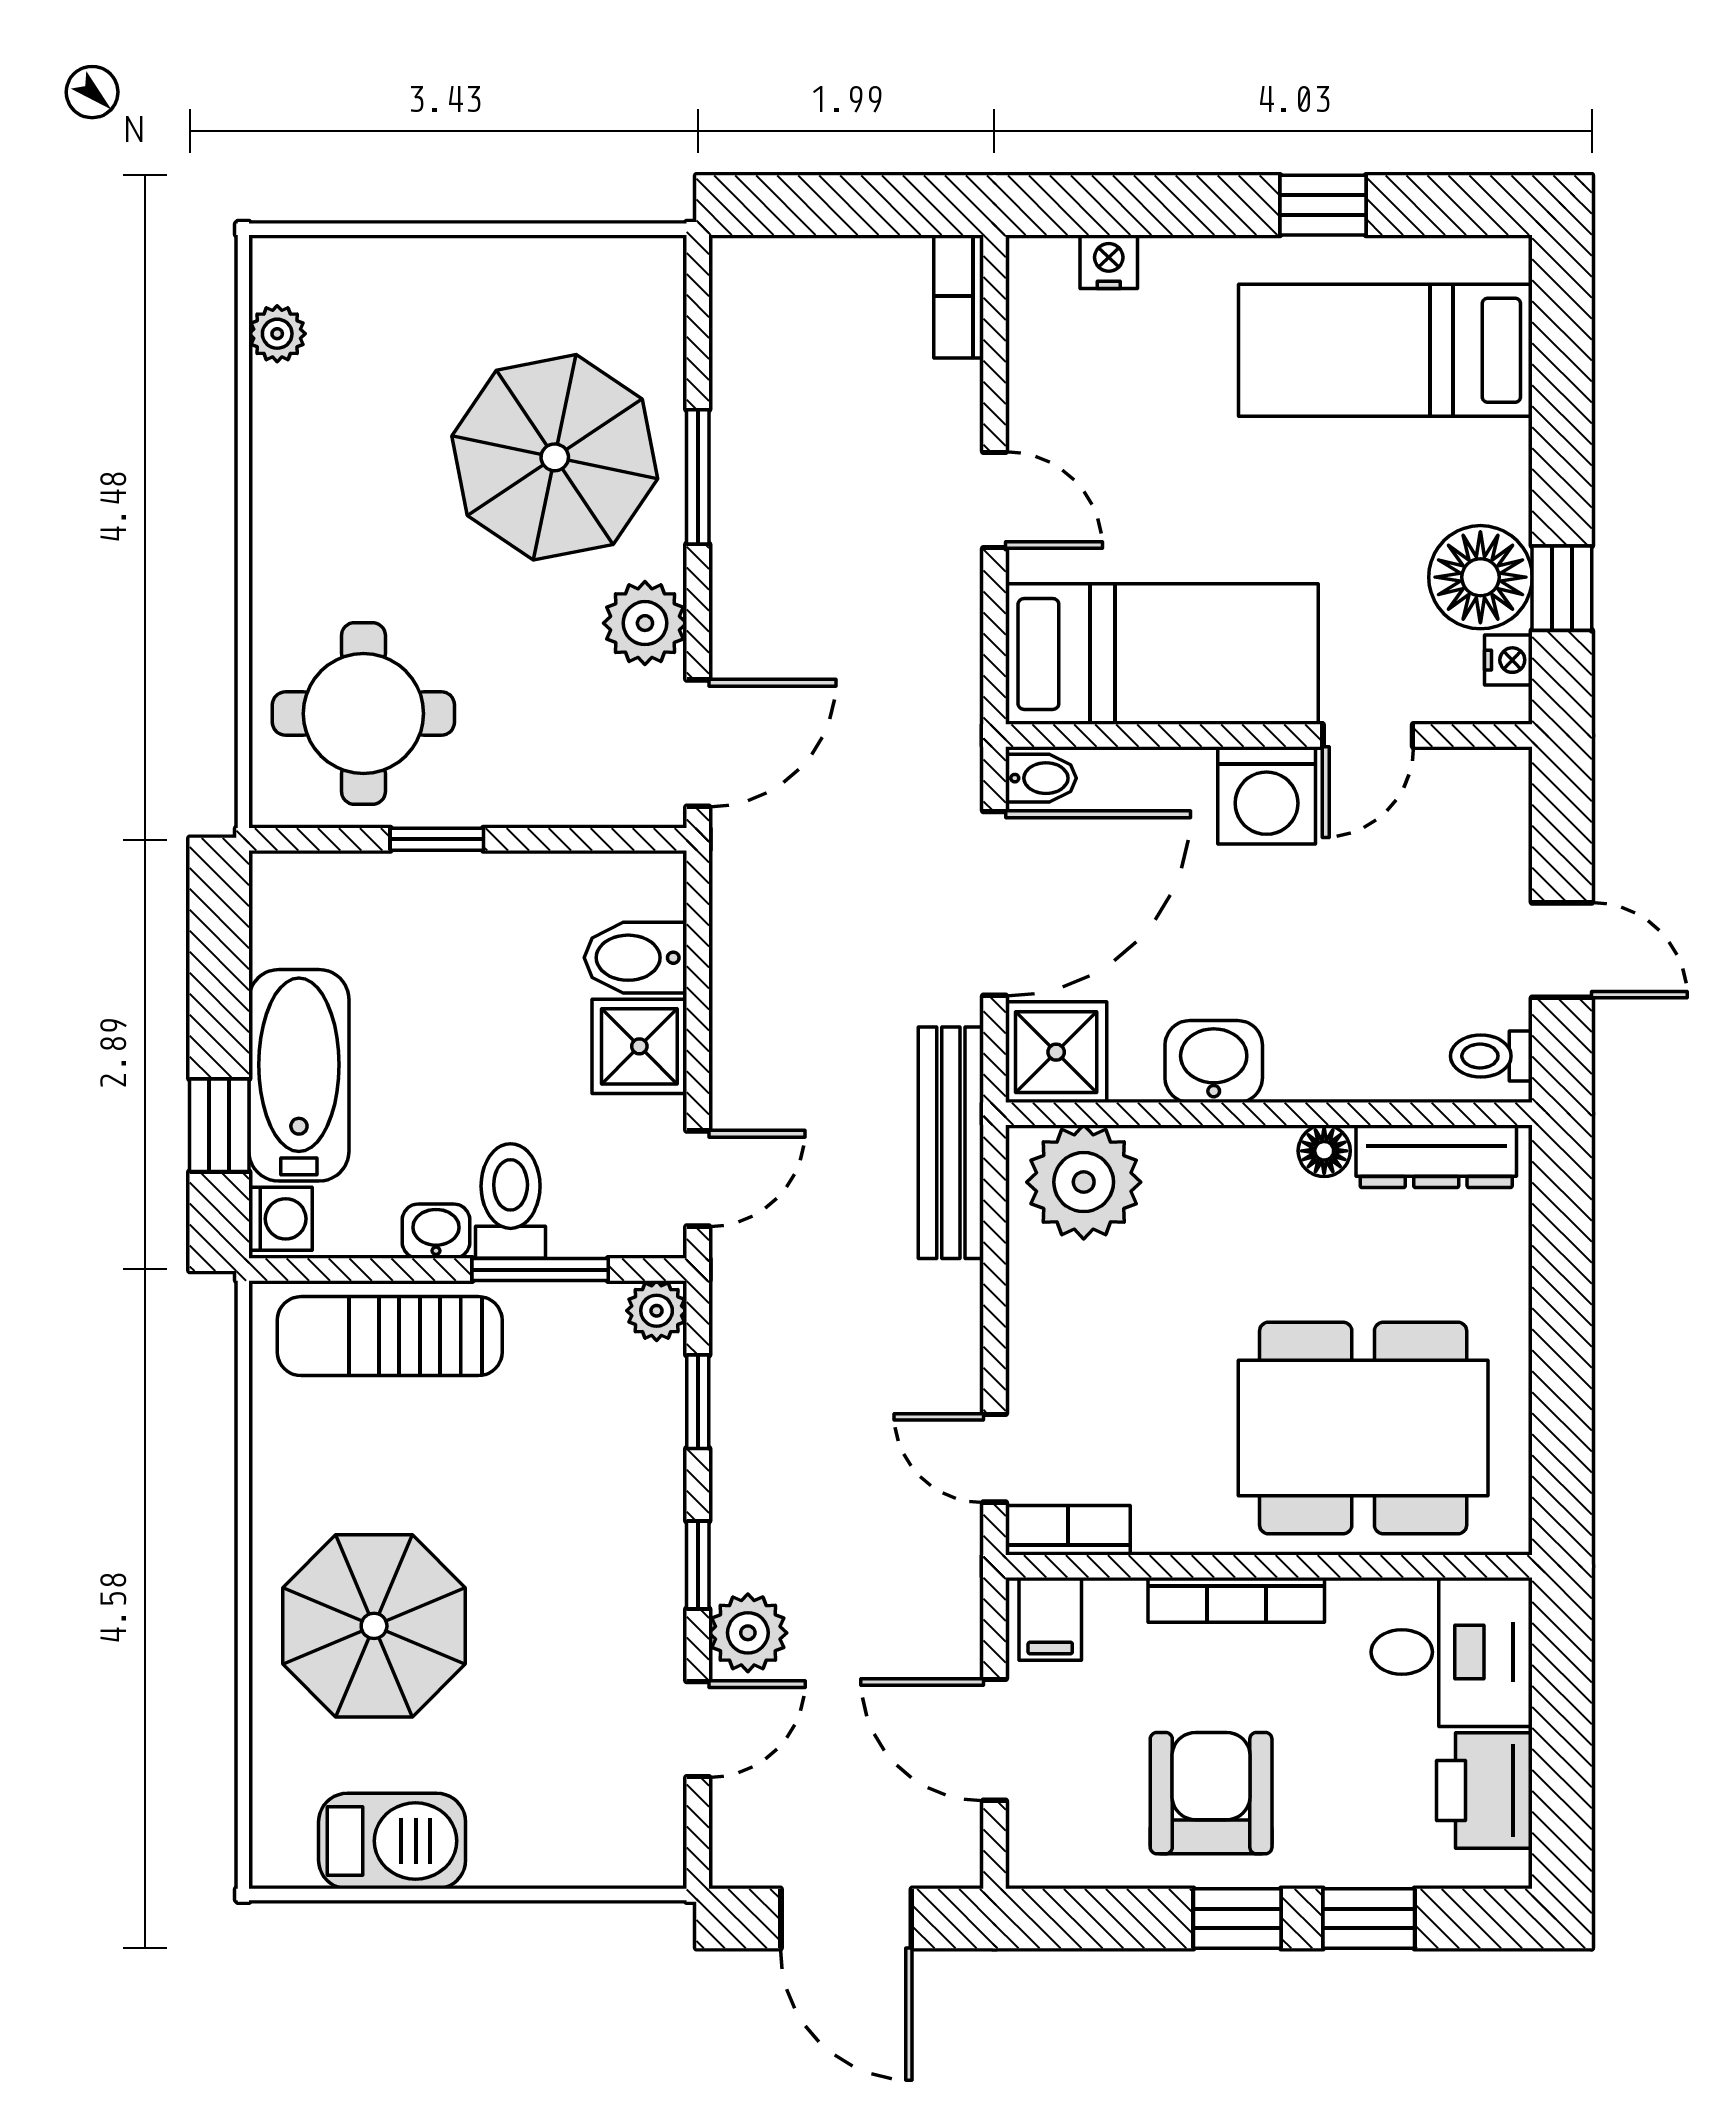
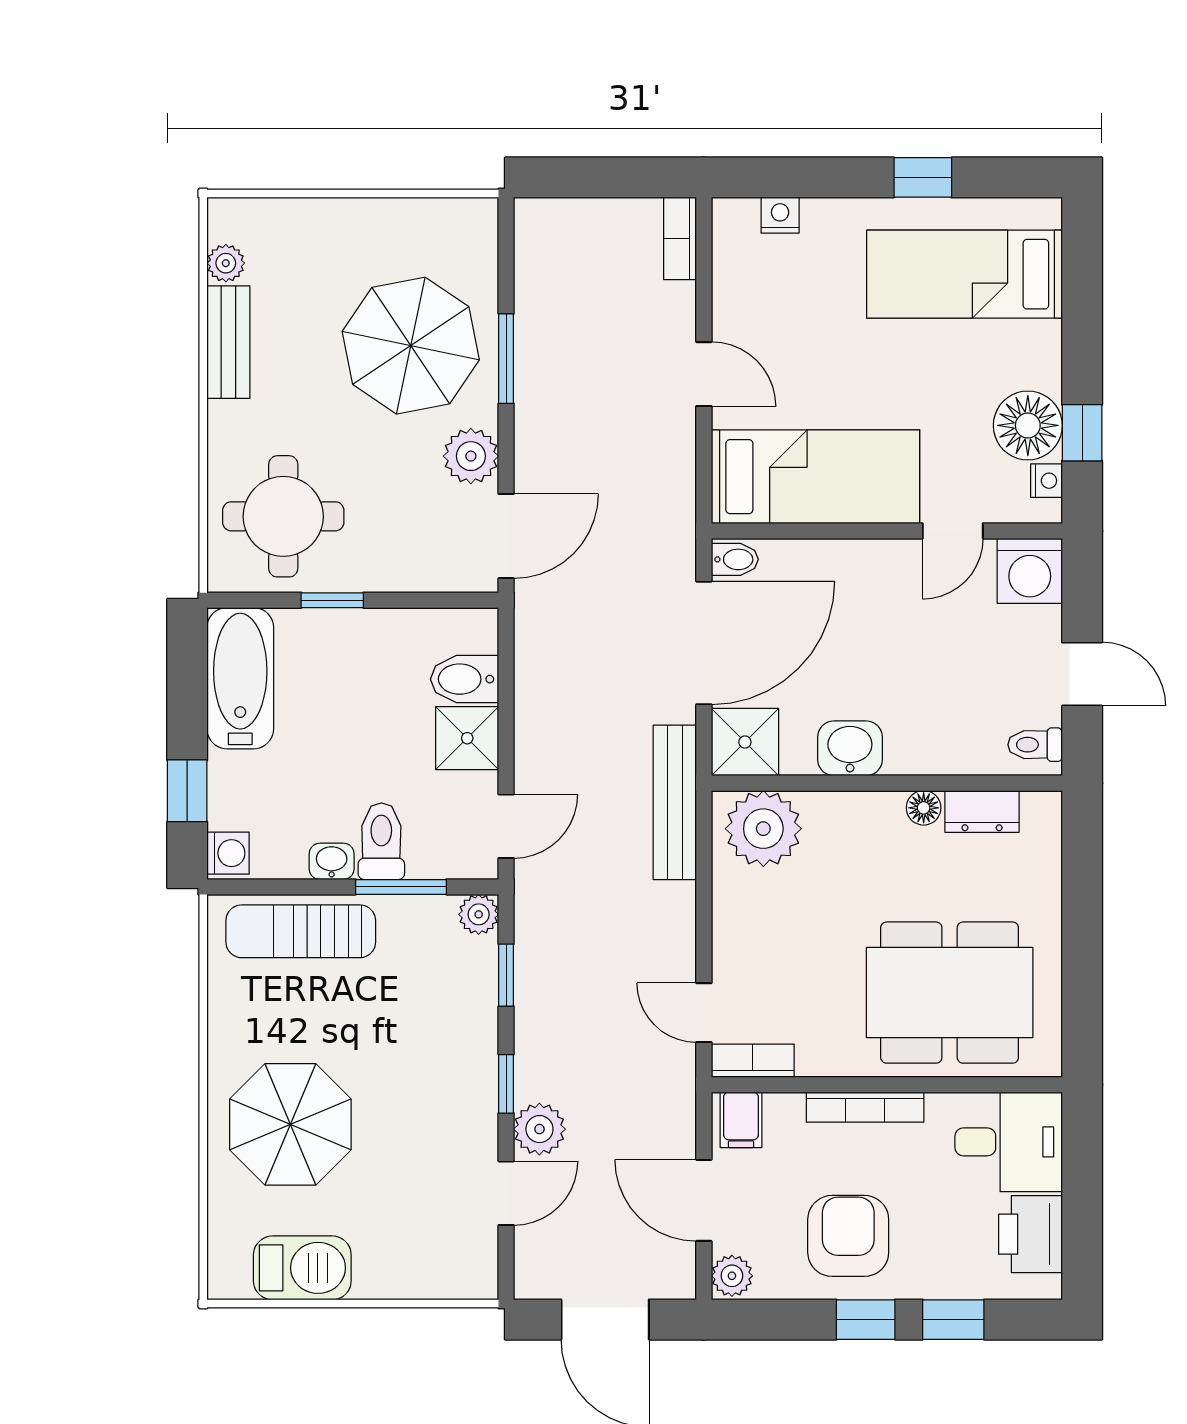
bench: (281, 452) -> (228, 342), added
washing machine: (1267, 795) -> (1030, 571), moved
bathtub: (299, 1075) -> (240, 678), moved
dresser: (1436, 1156) -> (982, 811), width x0.70
plant: (1037, 1853) -> (732, 1276), added

